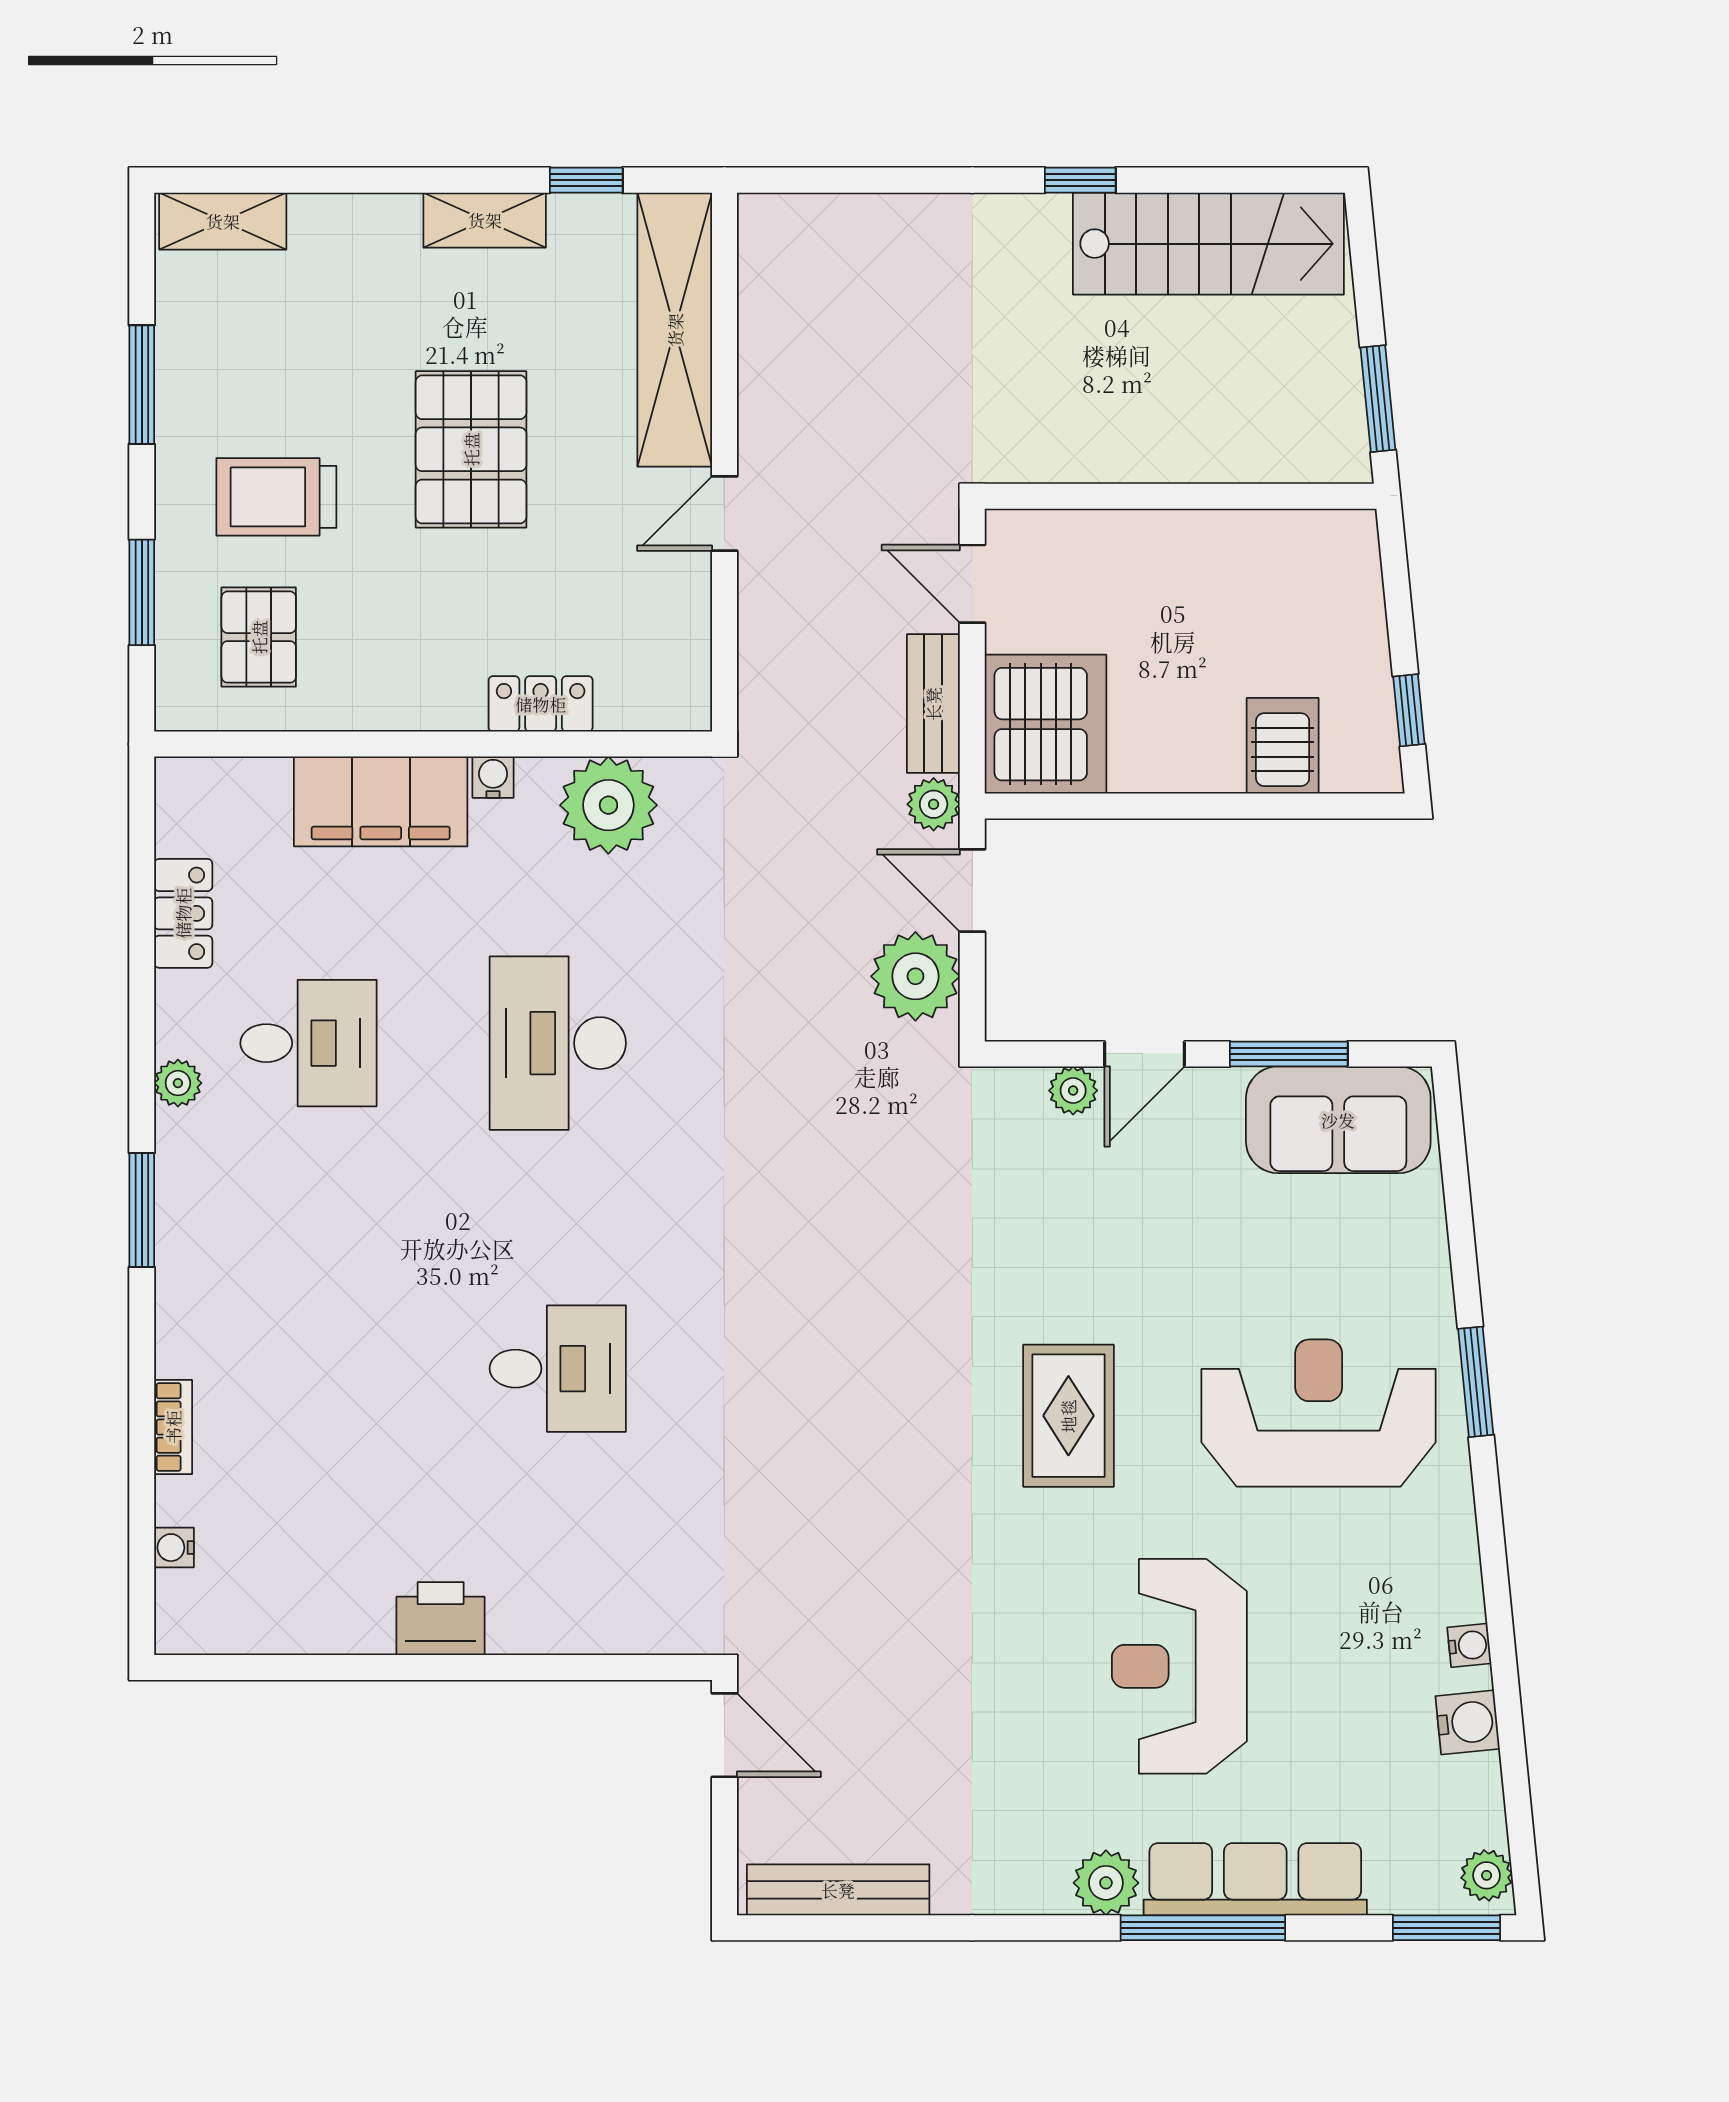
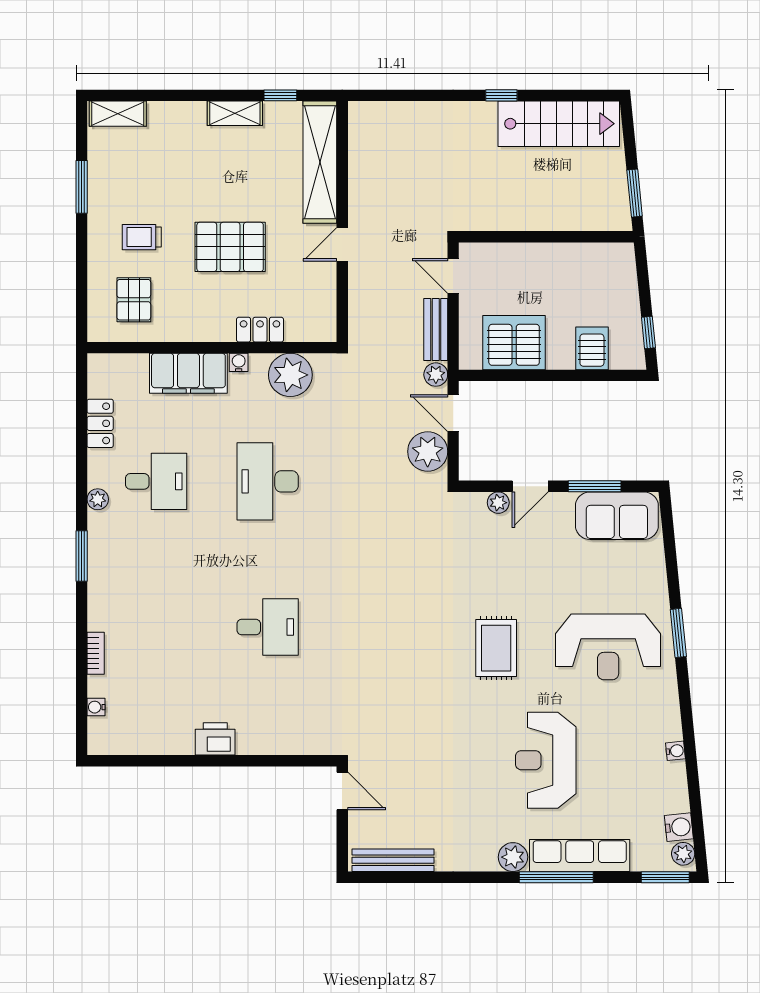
pallet: (471, 449) -> (230, 247), moved, turned 90
trolley: (276, 497) -> (142, 237), width x0.73, depth x0.72
window: (142, 592) -> (82, 280), removed
server rack: (1046, 724) -> (514, 343), moved, turned -90
reception desk: (1319, 1413) -> (608, 647), turned 180
water cooler: (1468, 1722) -> (679, 827), moved

